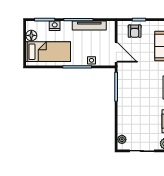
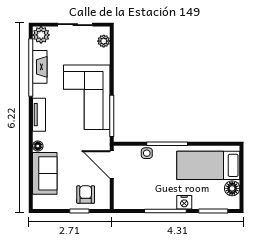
tv unit: (89, 25) -> (150, 203), removed
nightstand: (55, 26) -> (184, 202), moved
corner sofa: (134, 100) -> (87, 97), added

